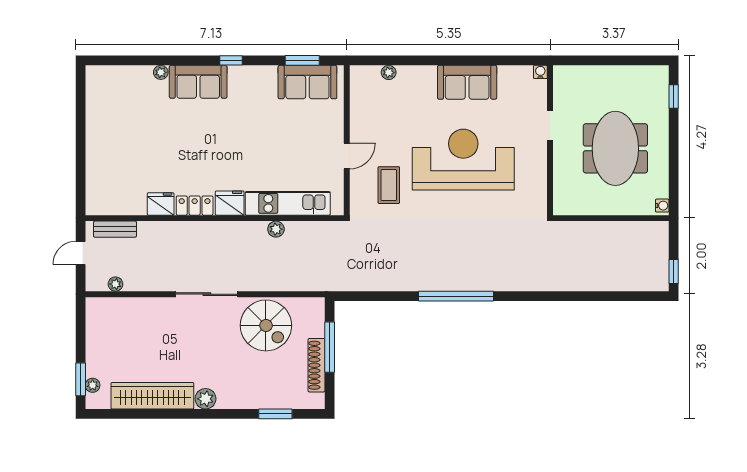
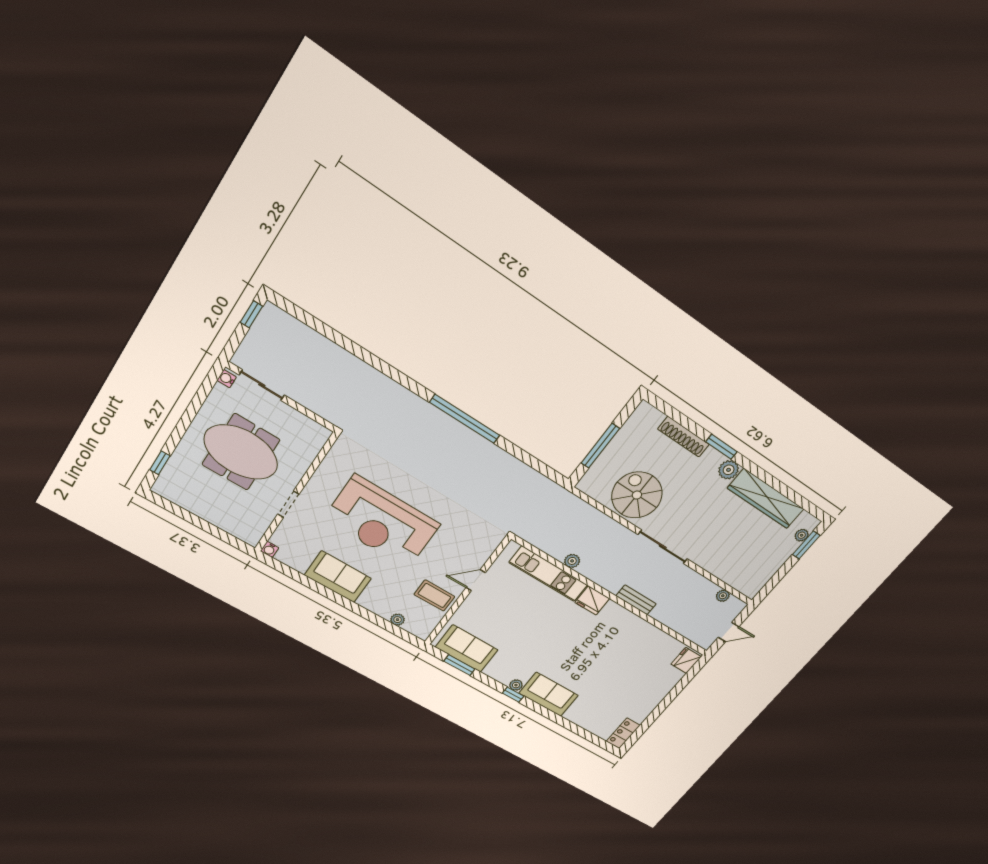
plant: (161, 72) -> (516, 685), moved
meeting table: (615, 148) -> (241, 452), turned 90
coffee table: (389, 185) -> (434, 595), moved, turned 90
fridge: (161, 204) -> (686, 660), moved, turned 90
locker: (195, 206) -> (623, 733), moved, turned 90
sliding door: (632, 218) -> (262, 385), added
bench: (115, 229) -> (636, 600), moved
shoe rack: (317, 365) -> (683, 437), moved, turned 90
window: (275, 414) -> (721, 447), moved

